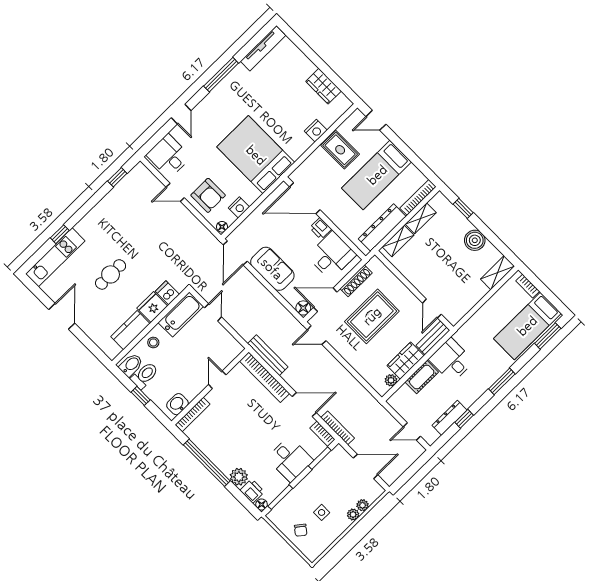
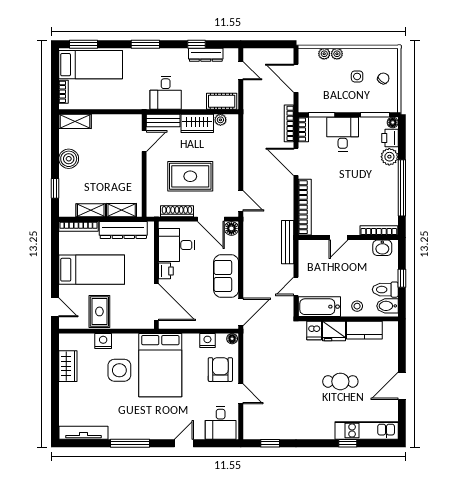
side table: (282, 121) -> (119, 370), added
bench: (268, 355) -> (288, 242), moved
cot: (422, 377) -> (222, 101), moved

